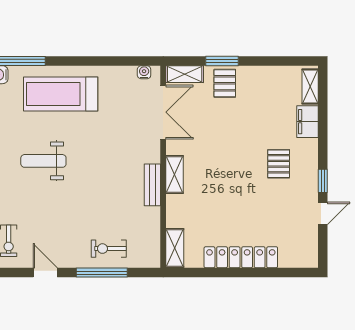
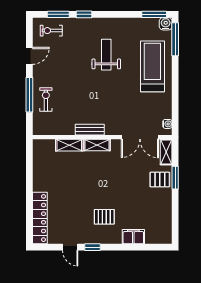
shelving: (310, 87) -> (158, 238), removed
shelving: (175, 248) -> (69, 145), moved
locker: (241, 257) -> (40, 218), moved

